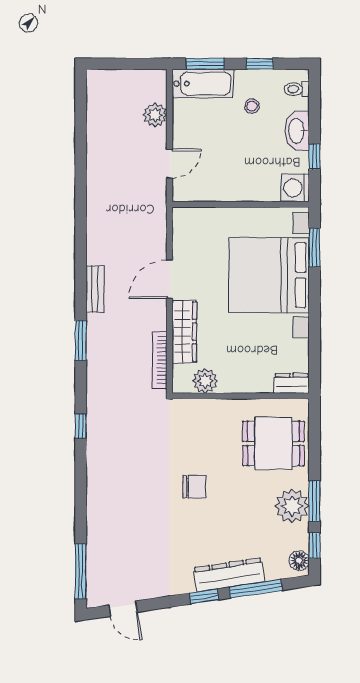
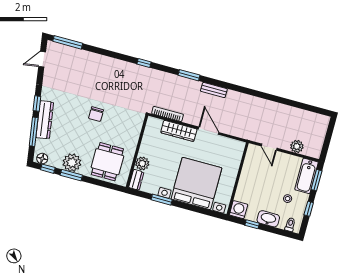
window: (314, 247) -> (162, 200), moved
plant: (205, 381) -> (142, 163), moved

